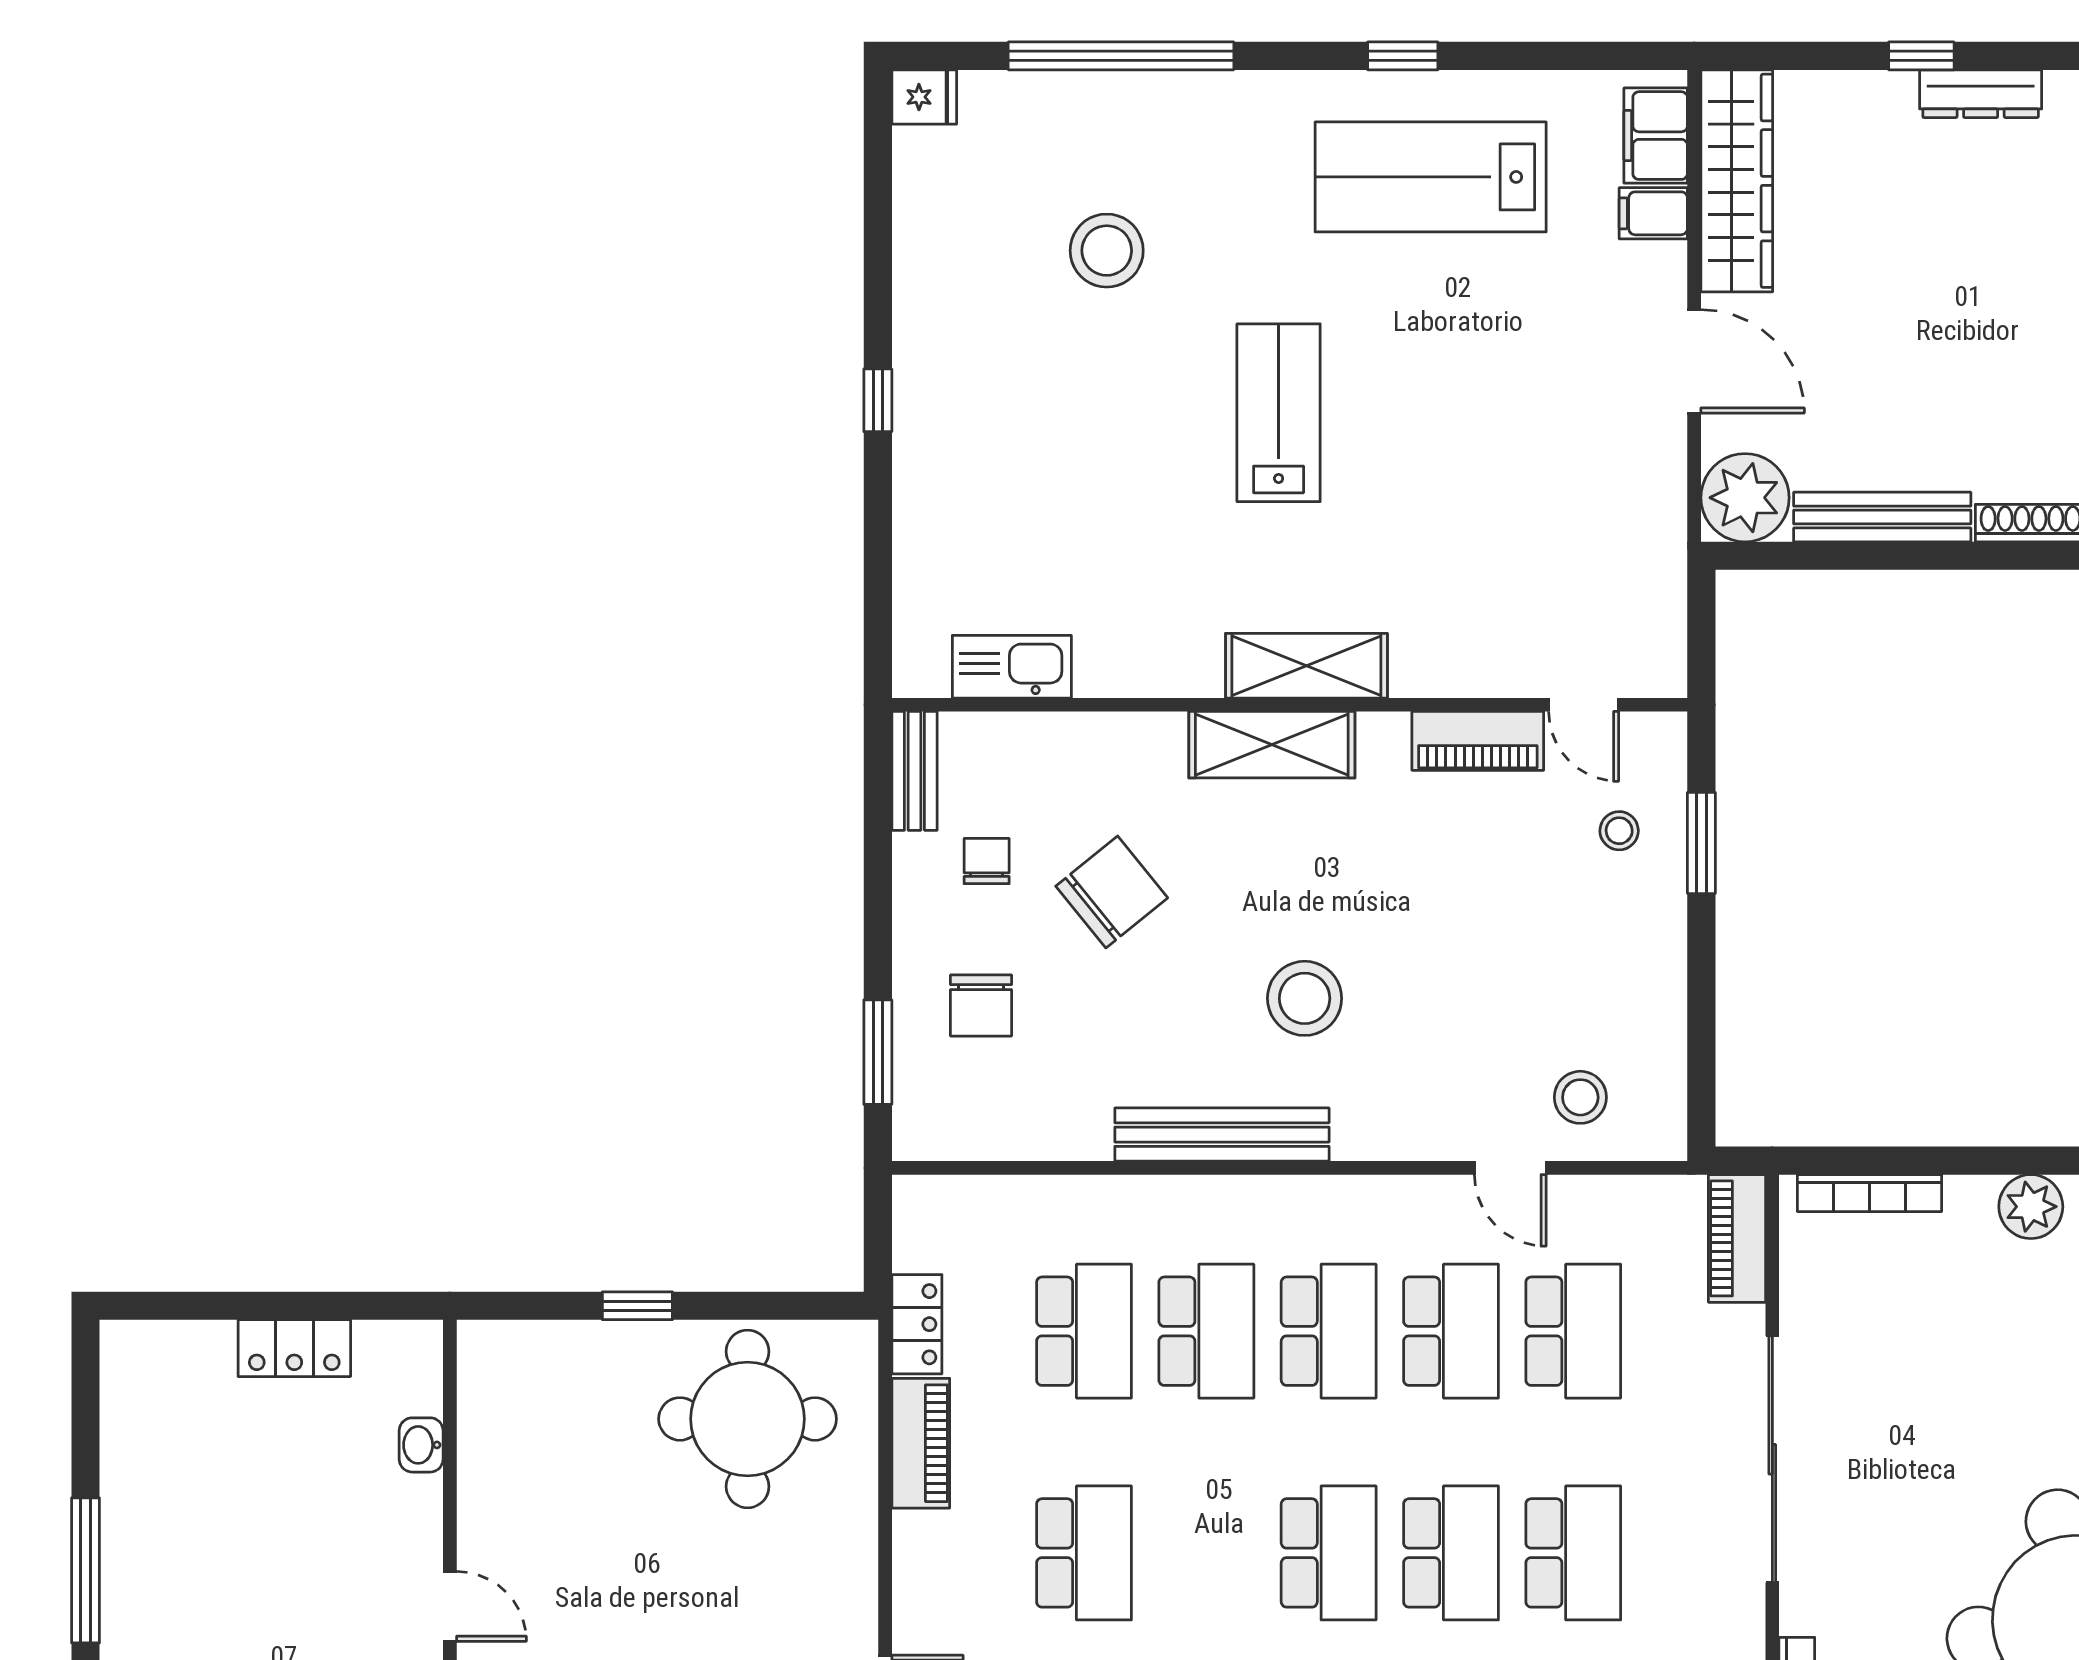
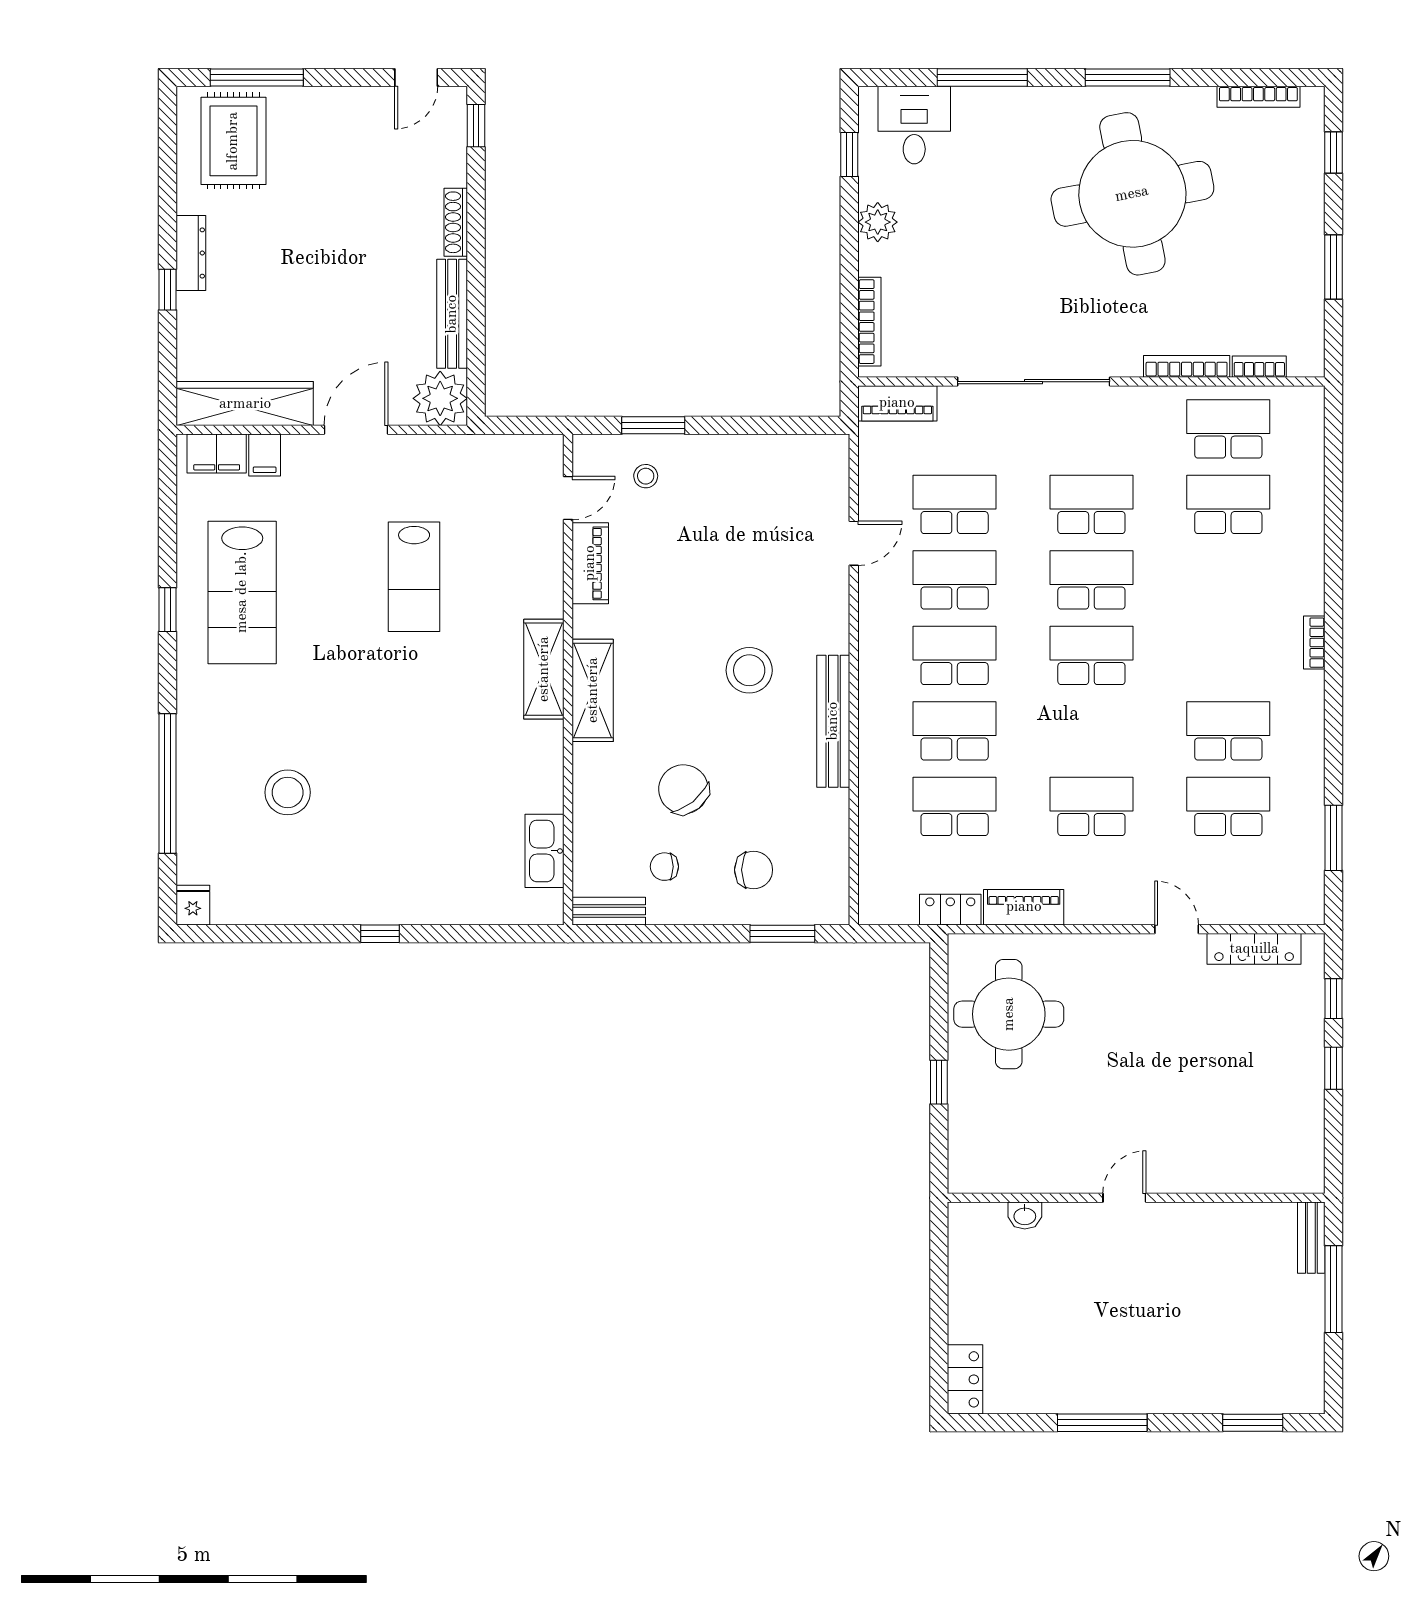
lab bench: (1279, 413) -> (414, 577), moved, turned -90
stool: (1580, 1097) -> (810, 500), removed
locker: (294, 1348) -> (965, 1379), moved

